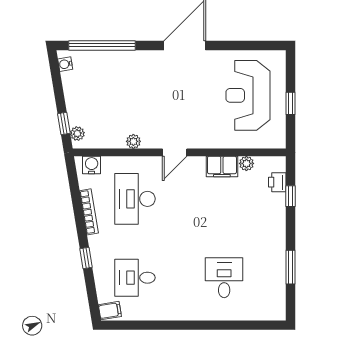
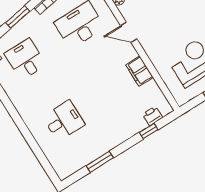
plant: (246, 163) -> (152, 87), removed
window: (86, 258) -> (18, 17), width x1.50

